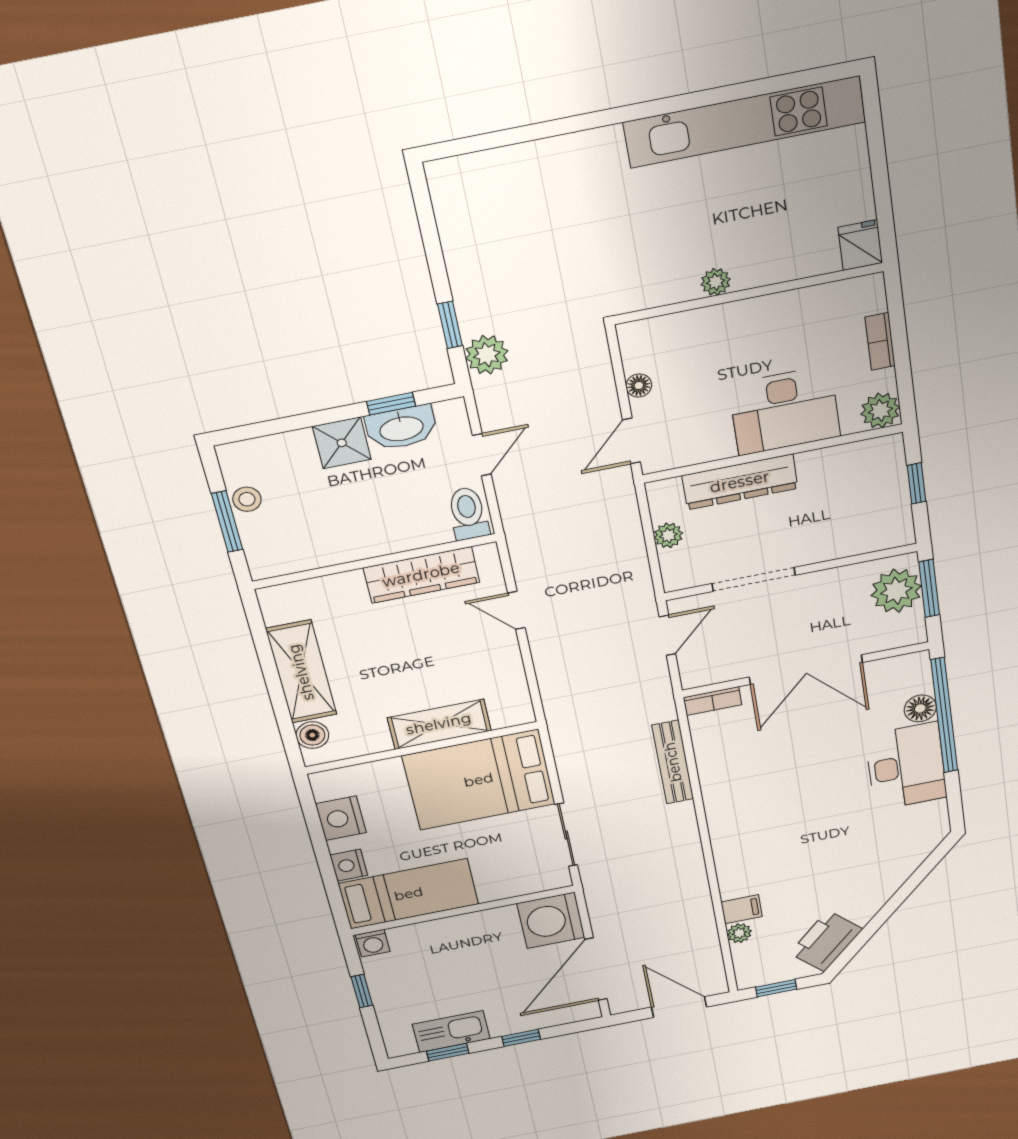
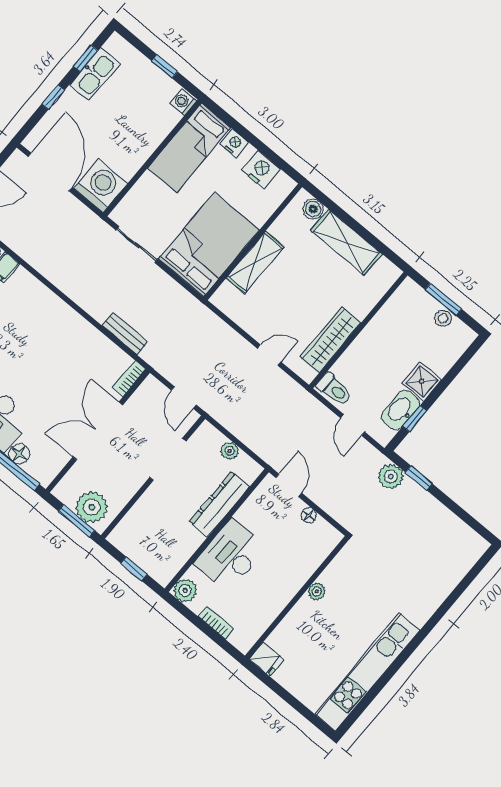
bench: (673, 762) -> (125, 334), width x0.73

